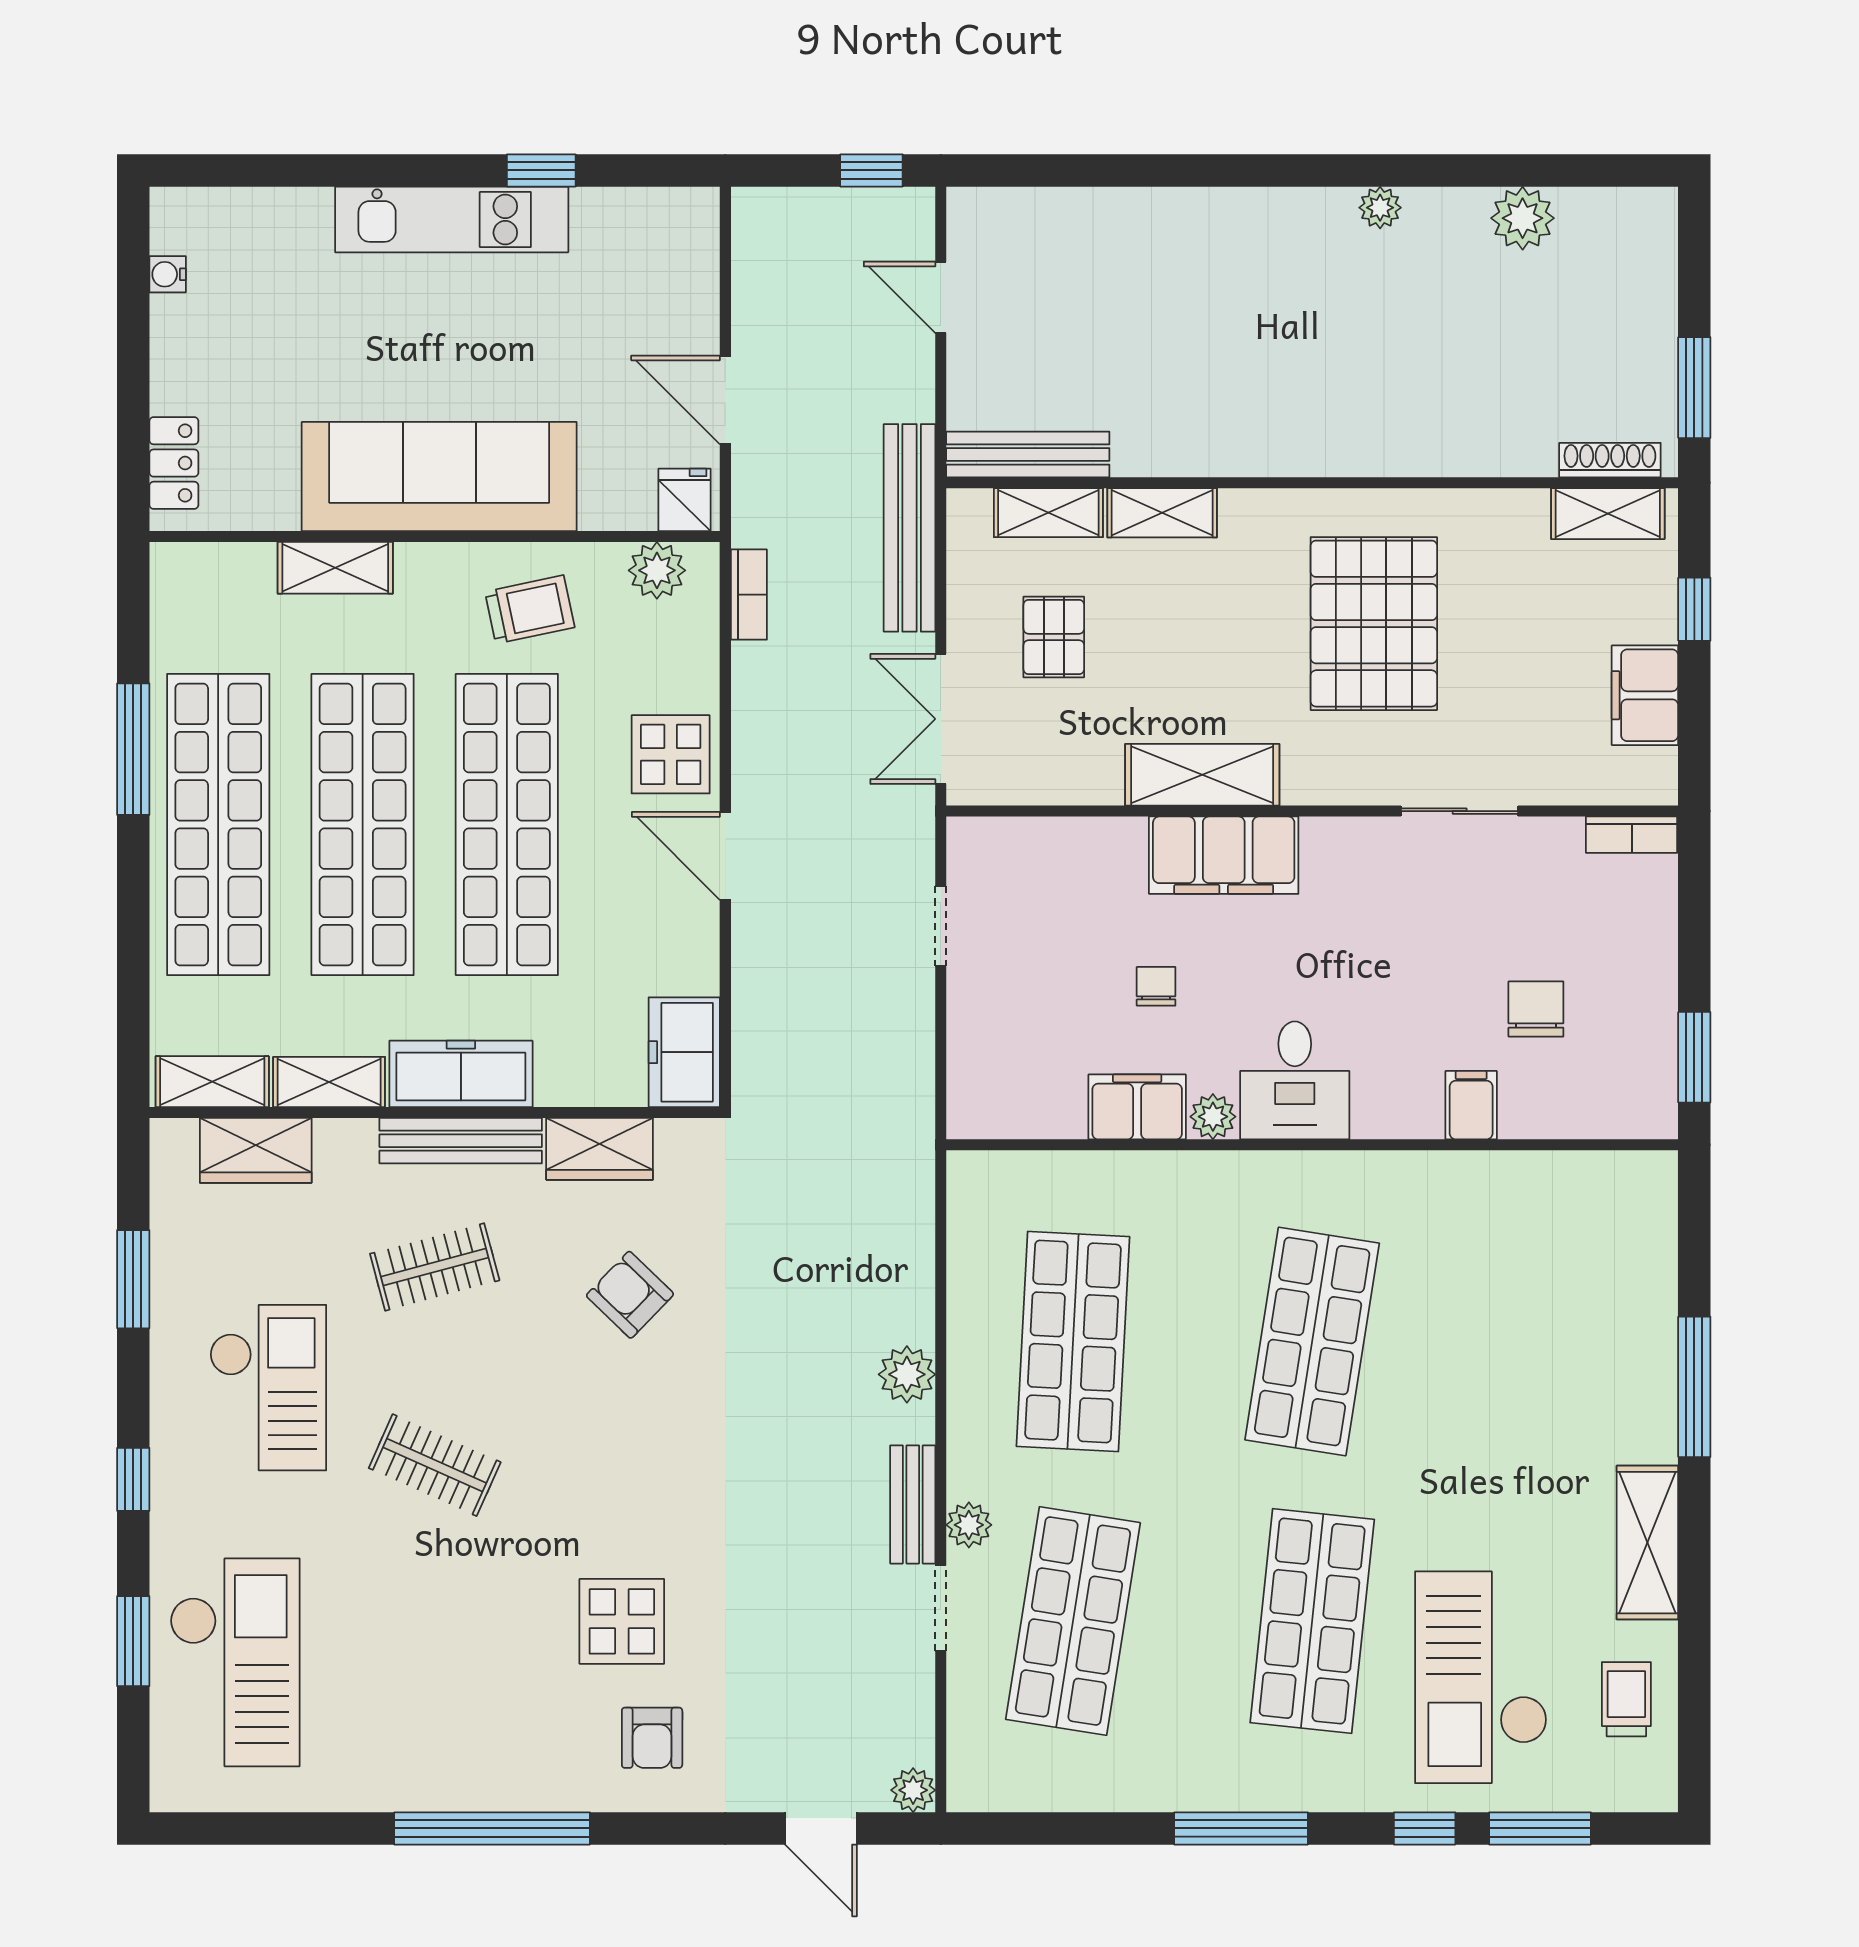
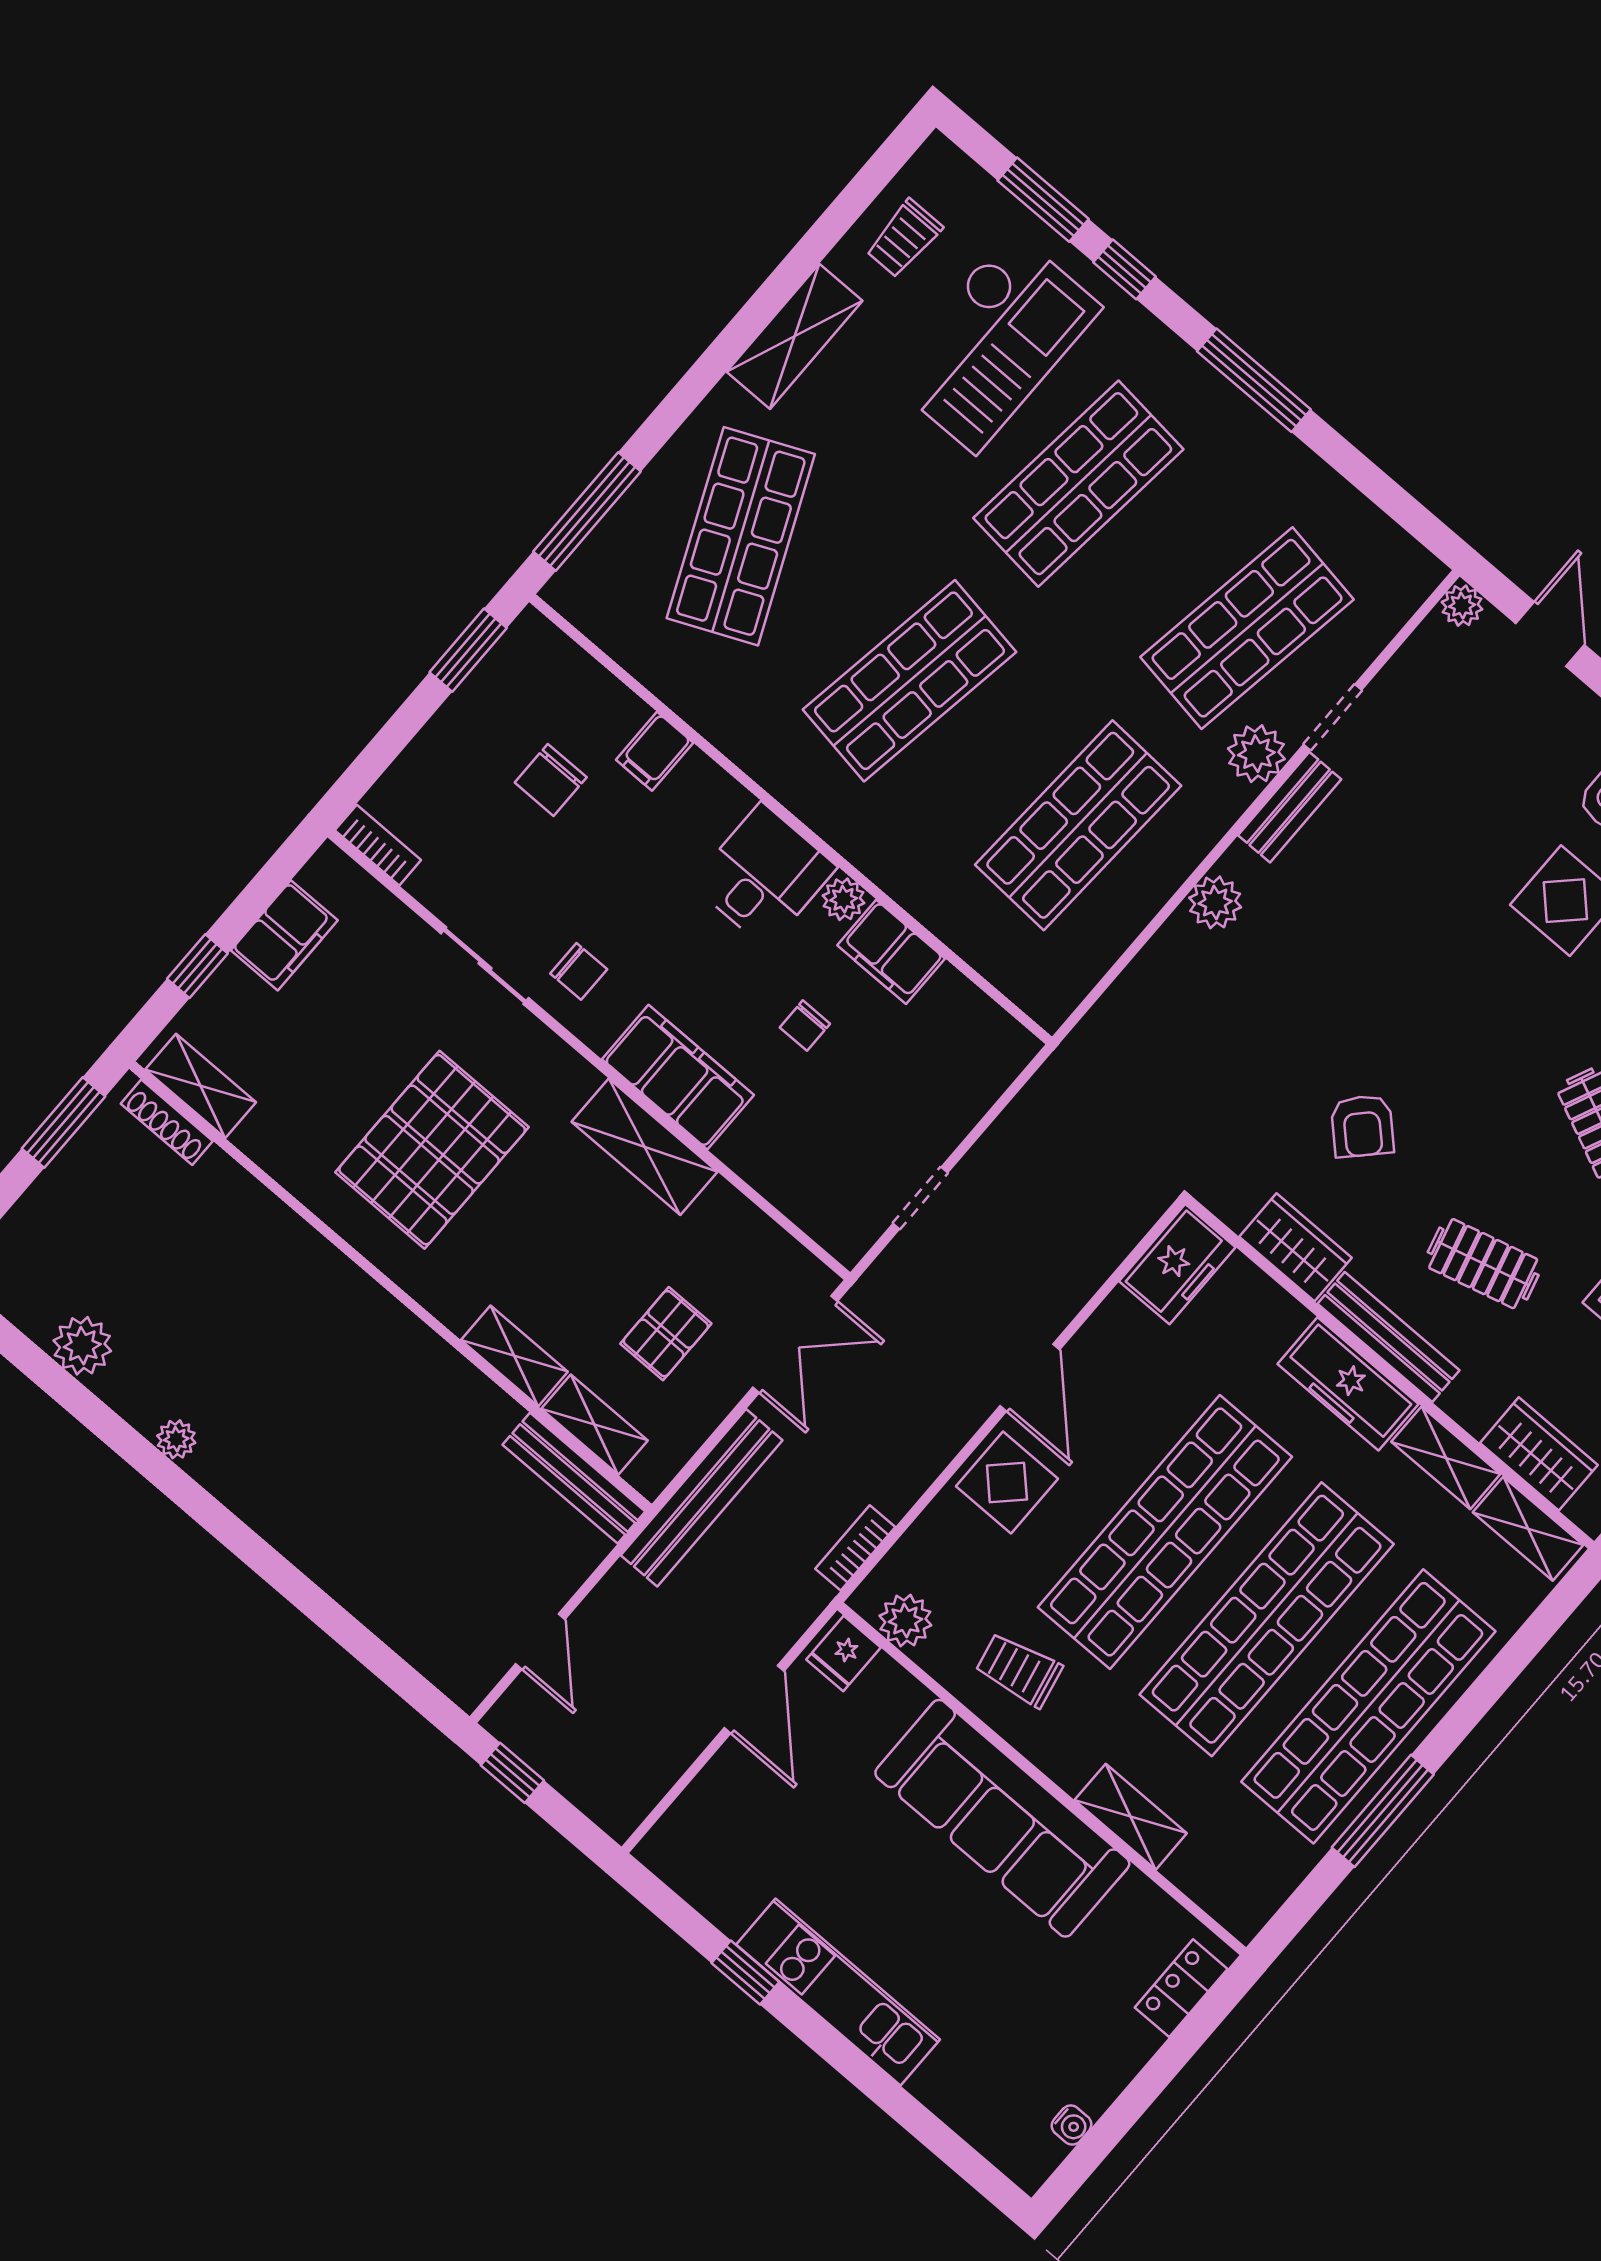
chair: (1379, 872) -> (579, 971), added
shop shelf: (1551, 1342) -> (741, 536), added
window: (1694, 1387) -> (587, 512), moved
plant: (969, 1525) -> (1256, 754), width x1.38, depth x1.38

